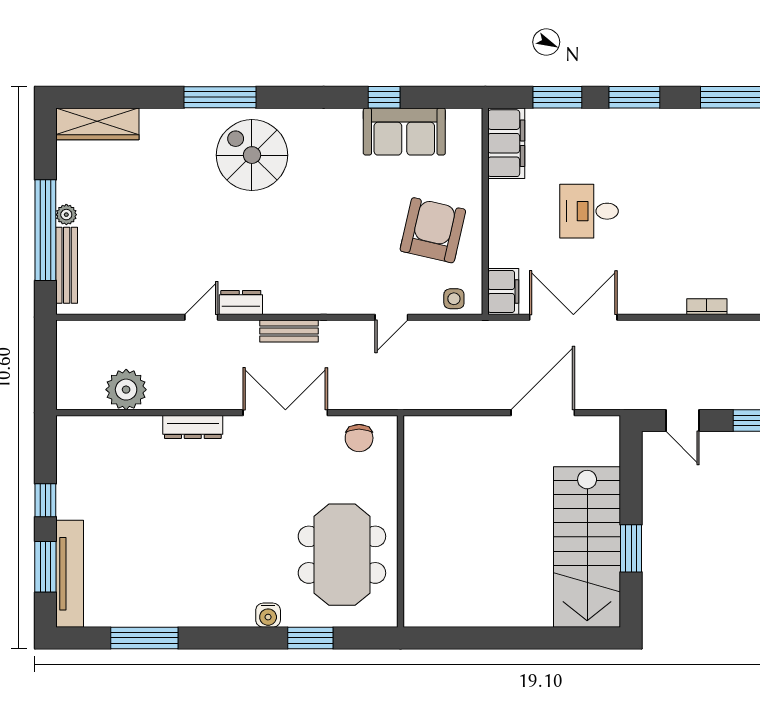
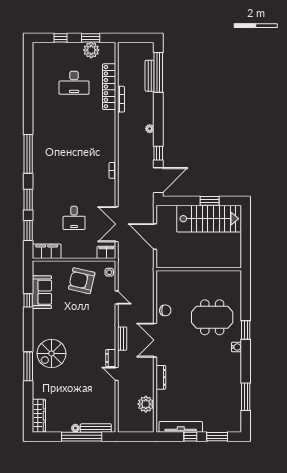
door: (682, 421) -> (158, 180), width x1.87
wall: (401, 521) -> (199, 269), moved
tv unit: (70, 574) -> (181, 427), moved

